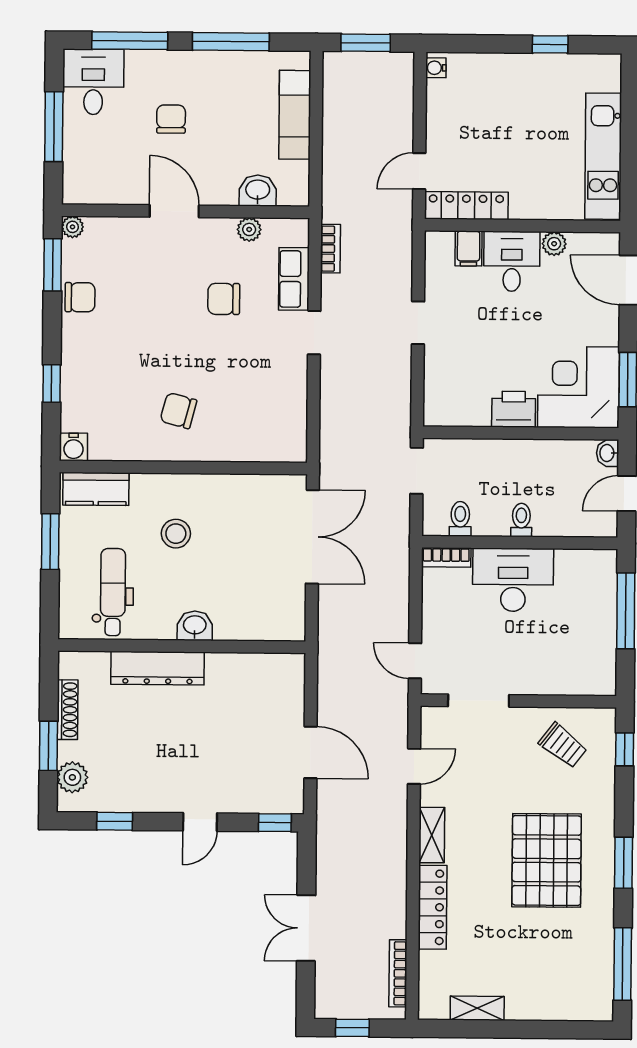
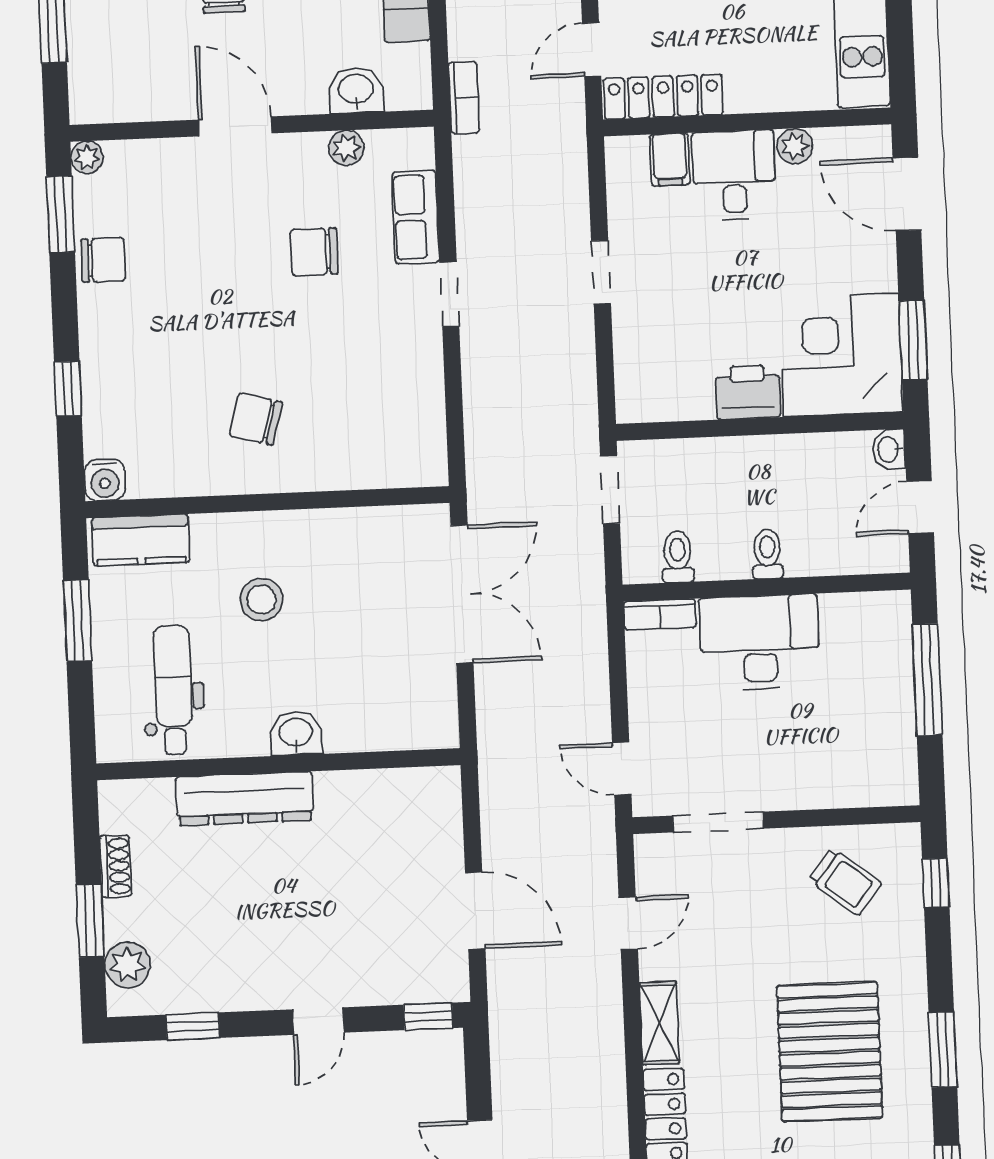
bookcase: (330, 249) -> (464, 97), moved
shoe rack: (68, 710) -> (116, 866), width x0.70

